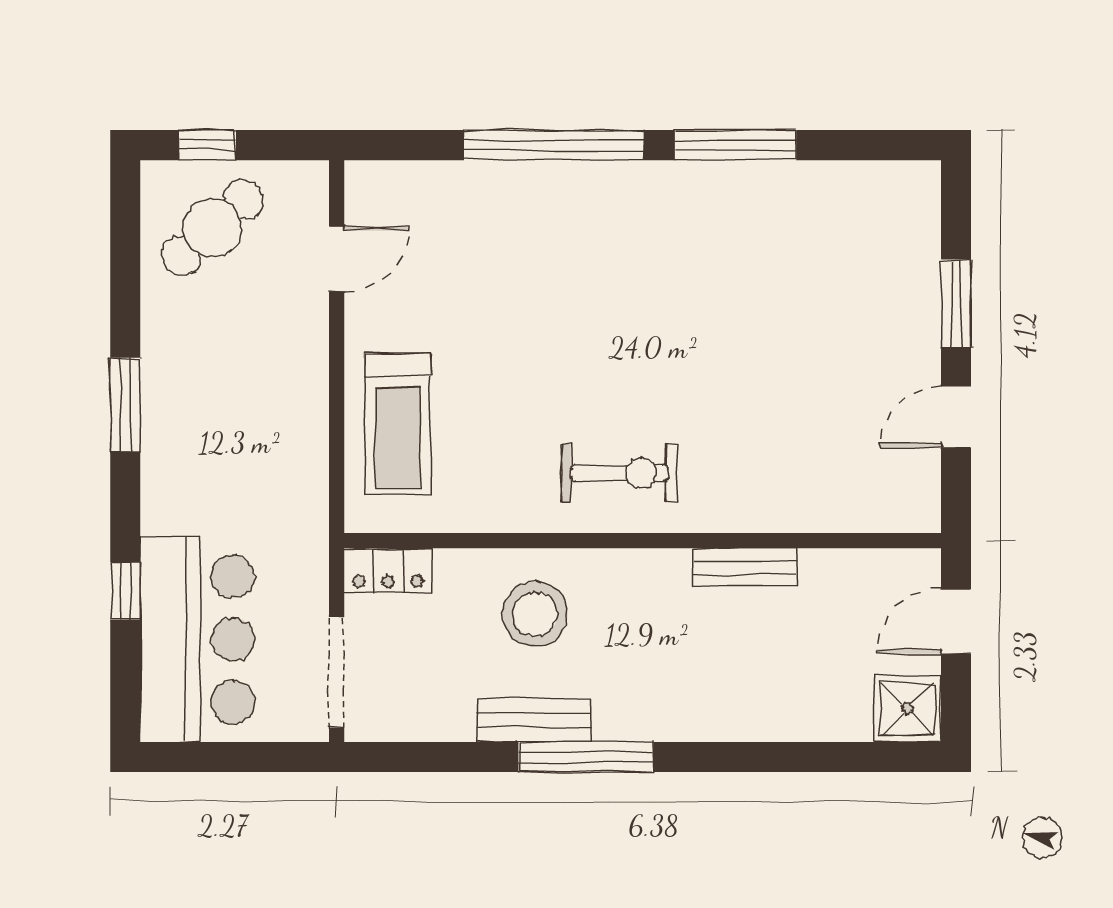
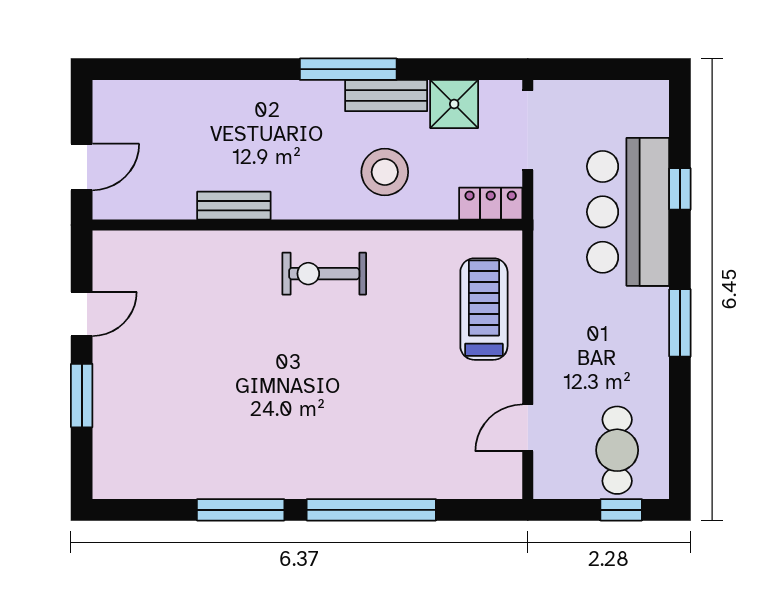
cafe table: (213, 228) -> (617, 450), turned -48
bar counter: (197, 639) -> (628, 212), moved
shower: (908, 709) -> (454, 104), moved

